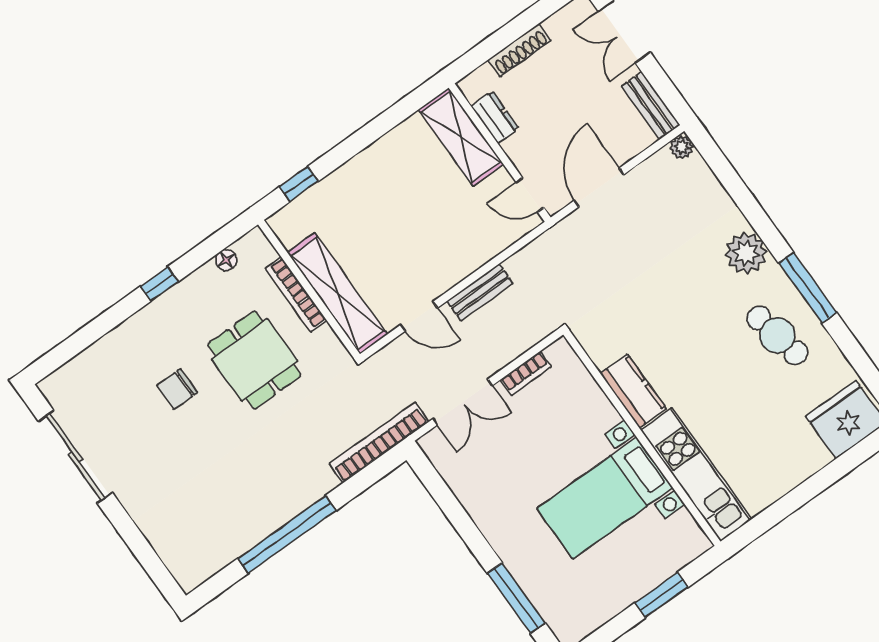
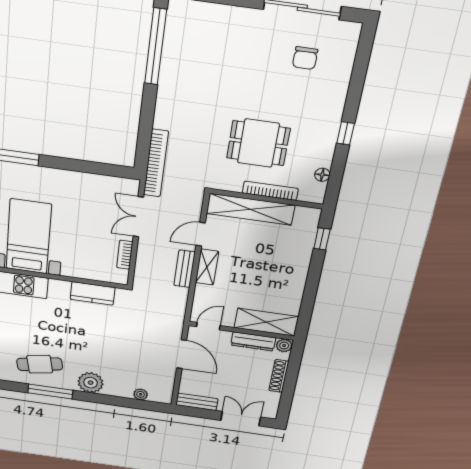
plant: (472, 86) -> (284, 346), added
dresser: (495, 117) -> (253, 341), width x1.44
plant: (682, 147) -> (141, 394), moved
shelving: (454, 270) -> (207, 267), added
chair: (177, 389) -> (305, 58), moved, turned 180
kitchen counter: (633, 391) -> (93, 293), moved
window: (287, 534) -> (156, 47), moved

